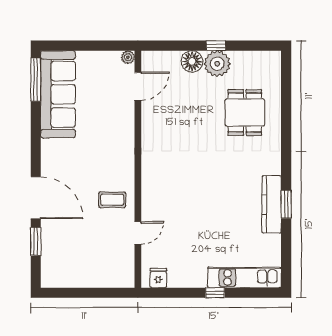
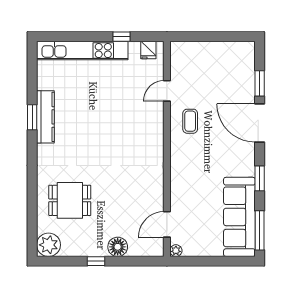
plant: (217, 64) -> (49, 245), moved
dining table: (245, 113) -> (70, 200), turned 90
window: (36, 137) -> (260, 178), added
coffee table: (112, 200) -> (190, 121), turned 90
kitchen unit: (244, 277) -> (82, 51), width x1.36
window: (215, 293) -> (121, 37), moved

